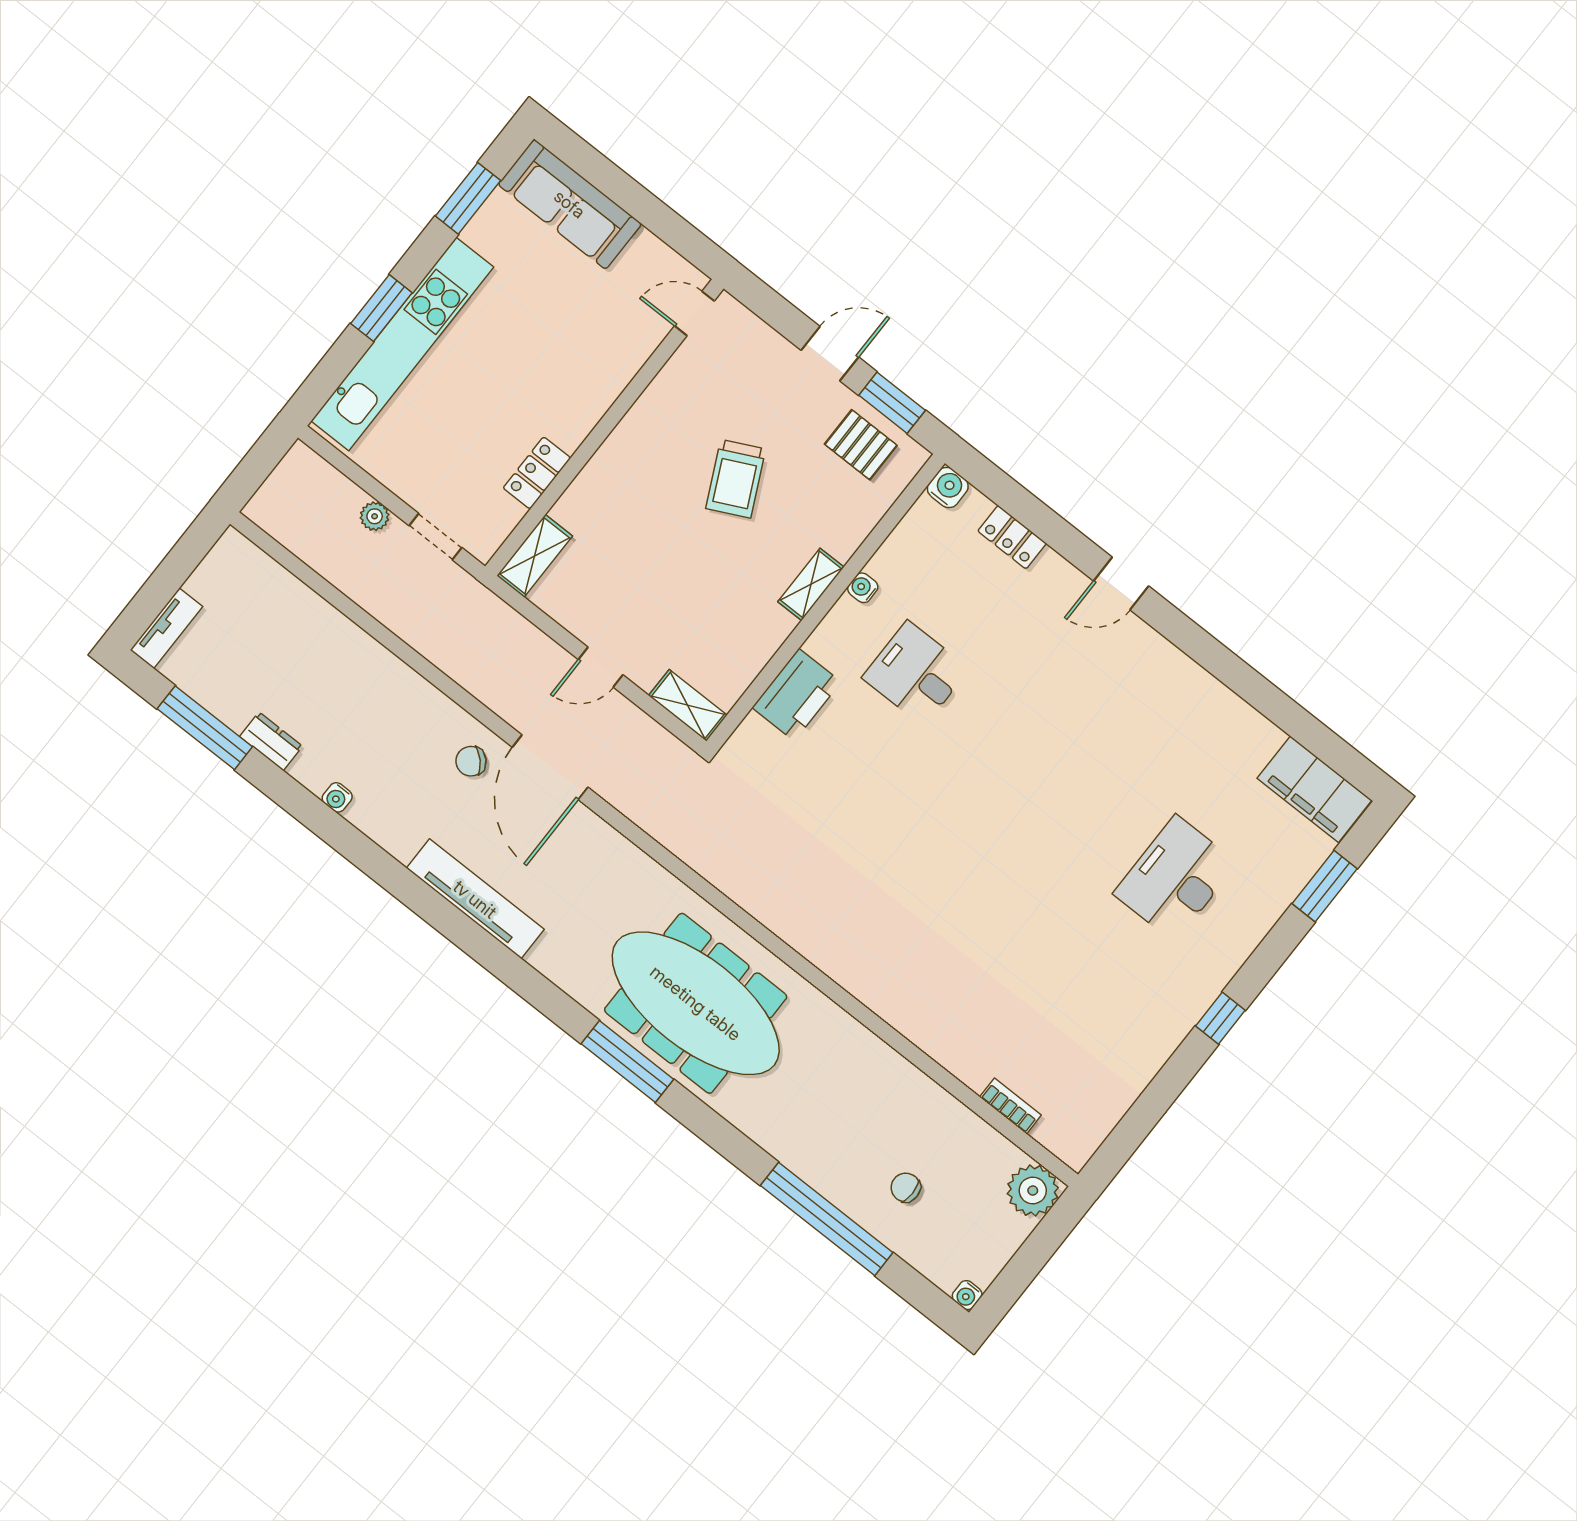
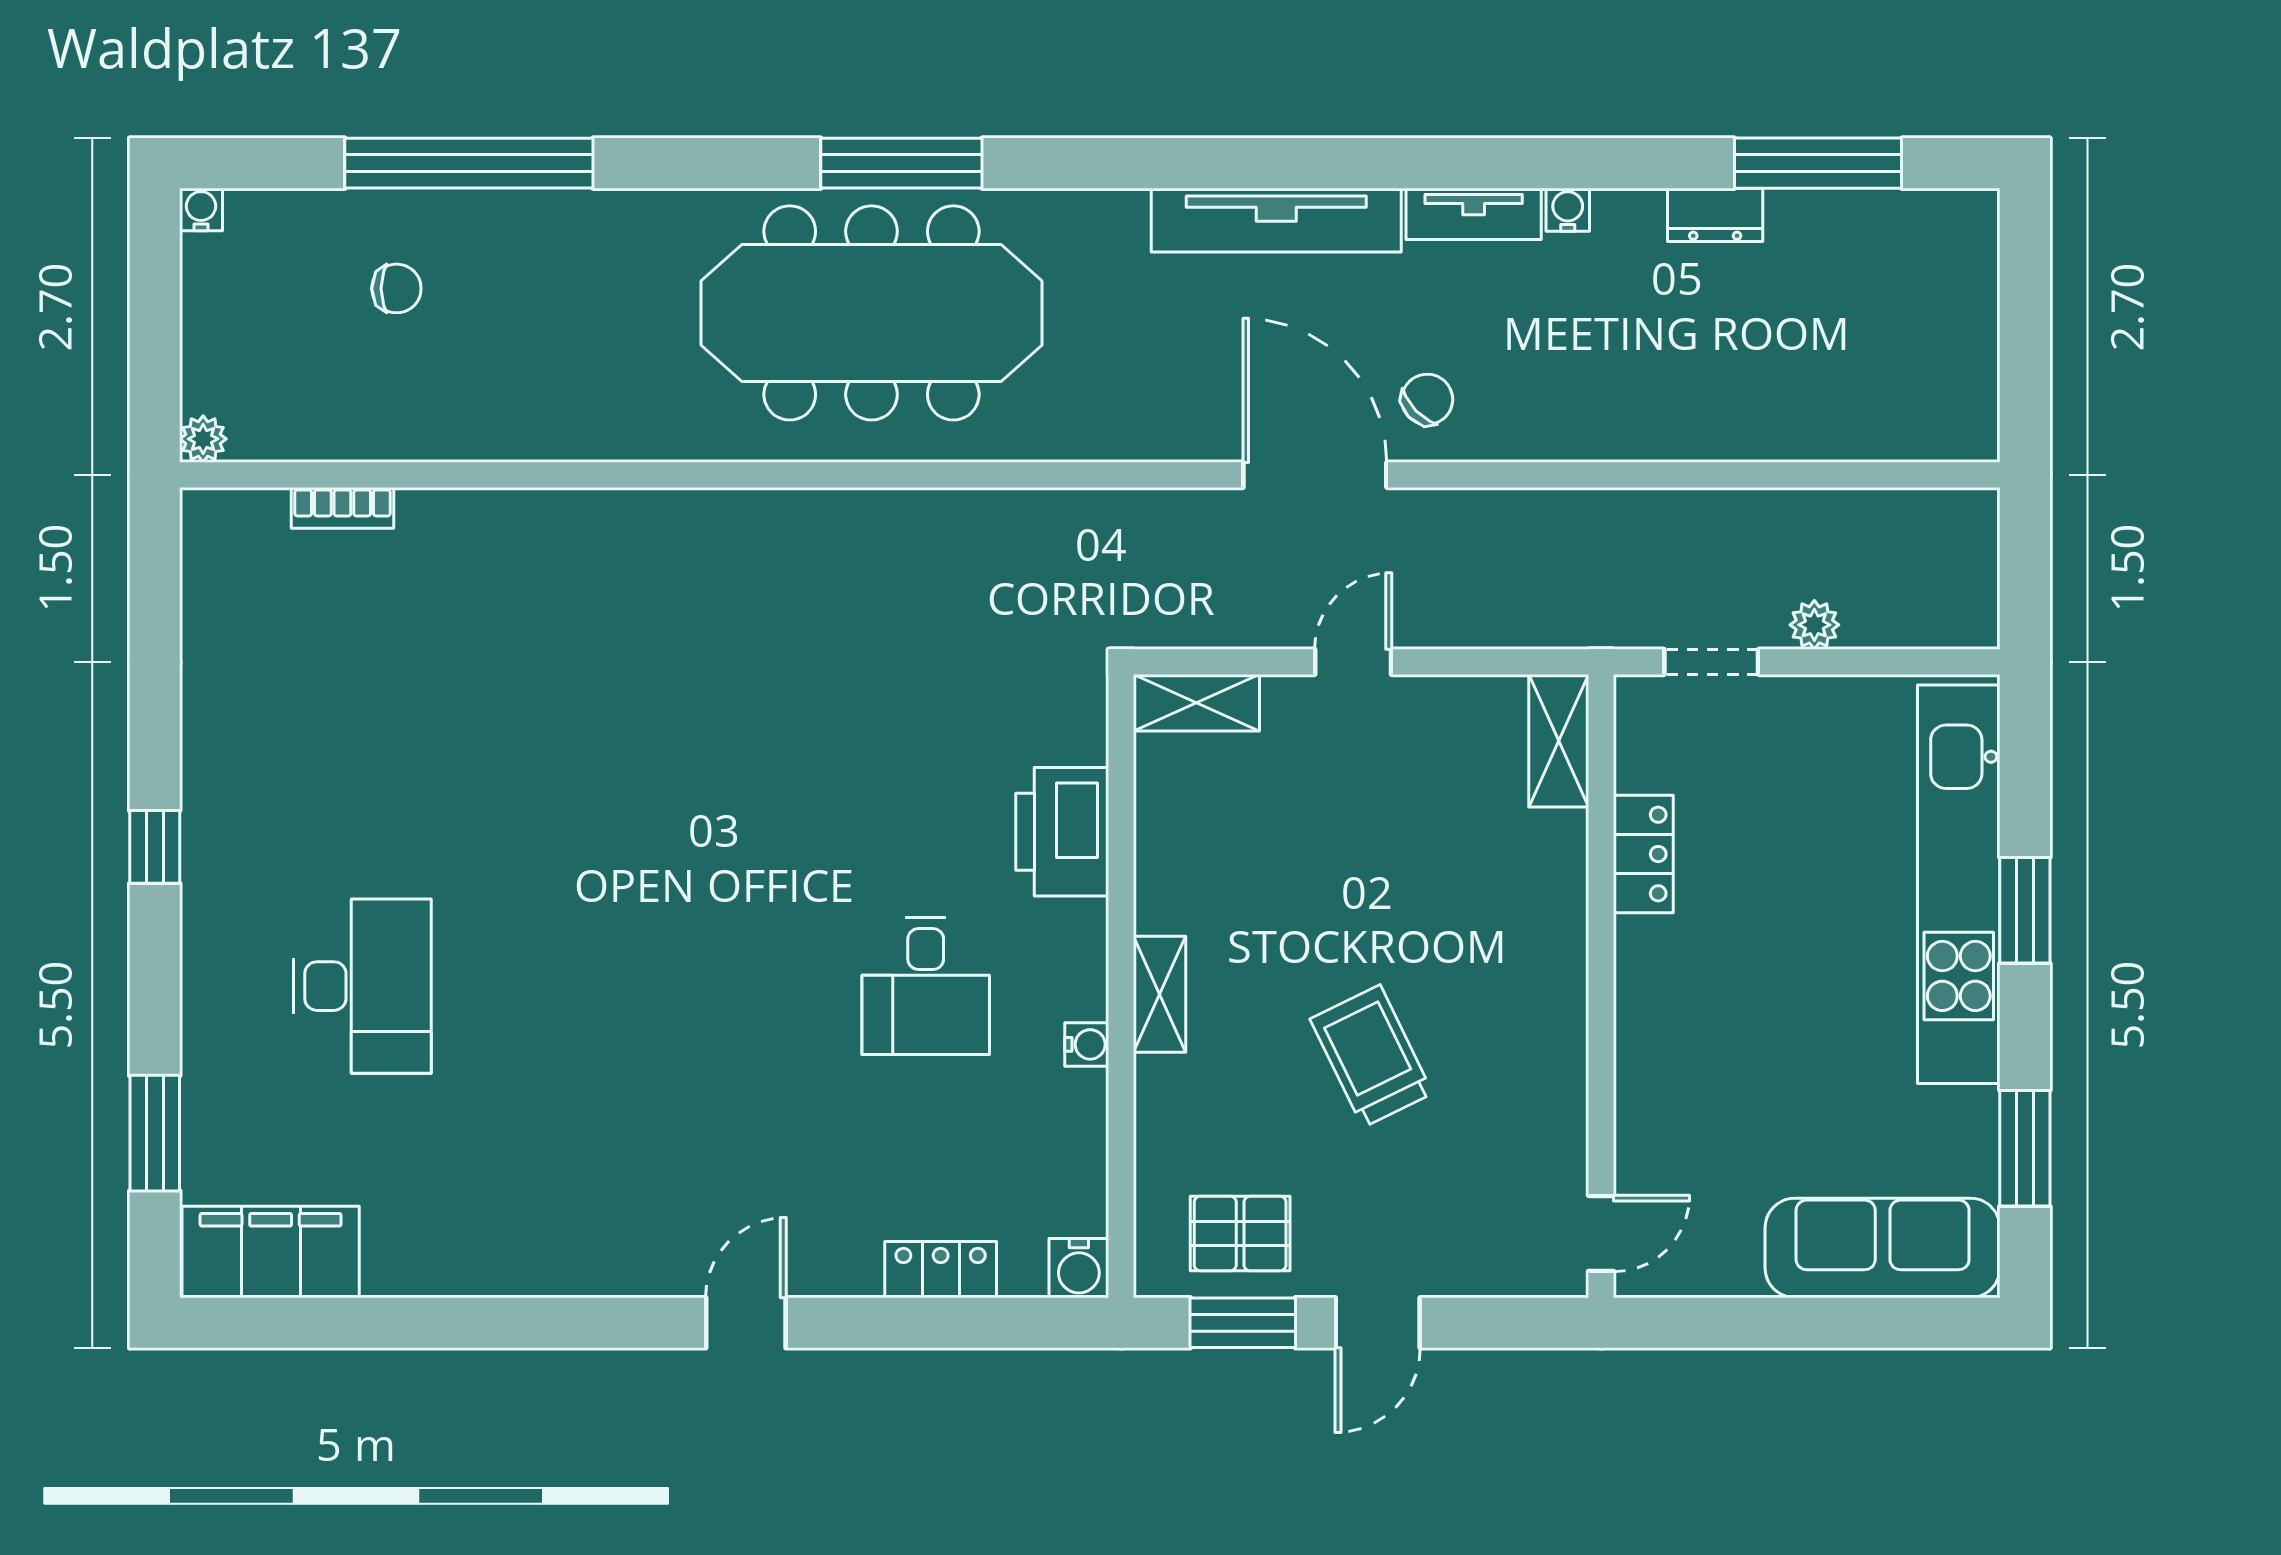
tv unit: (166, 628) -> (1474, 214), moved, turned -90
desk: (916, 673) -> (926, 986), turned 90
plant: (1033, 1191) -> (203, 439), width x0.53, depth x0.53

